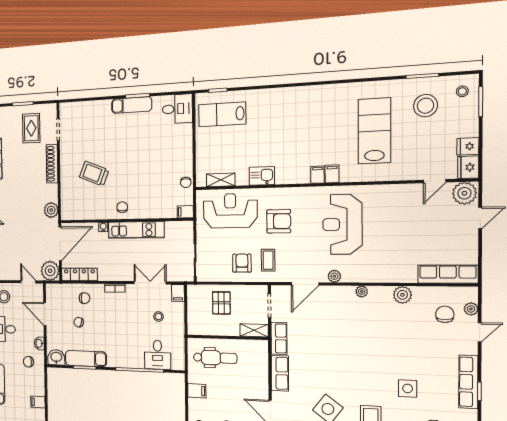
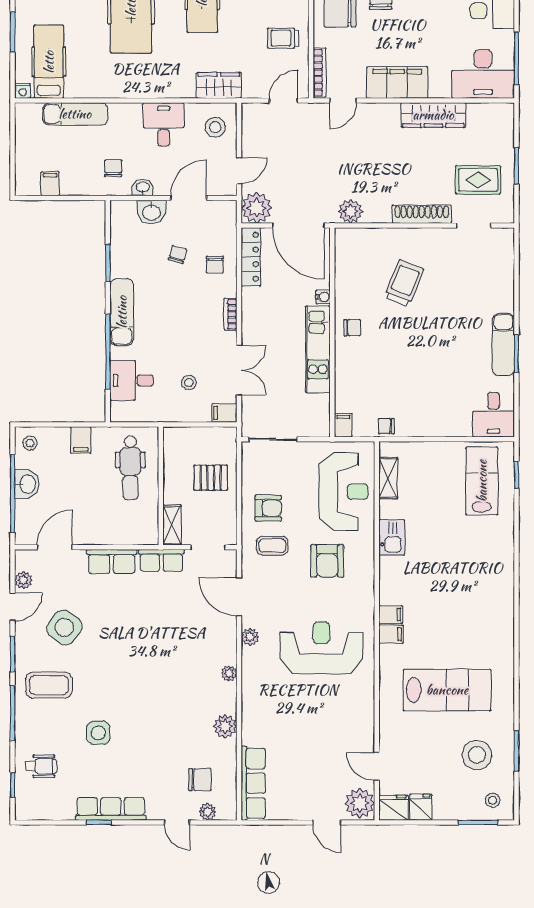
washbasin: (56, 357) -> (151, 212), moved, turned 90
exam couch: (86, 359) -> (122, 312), moved

